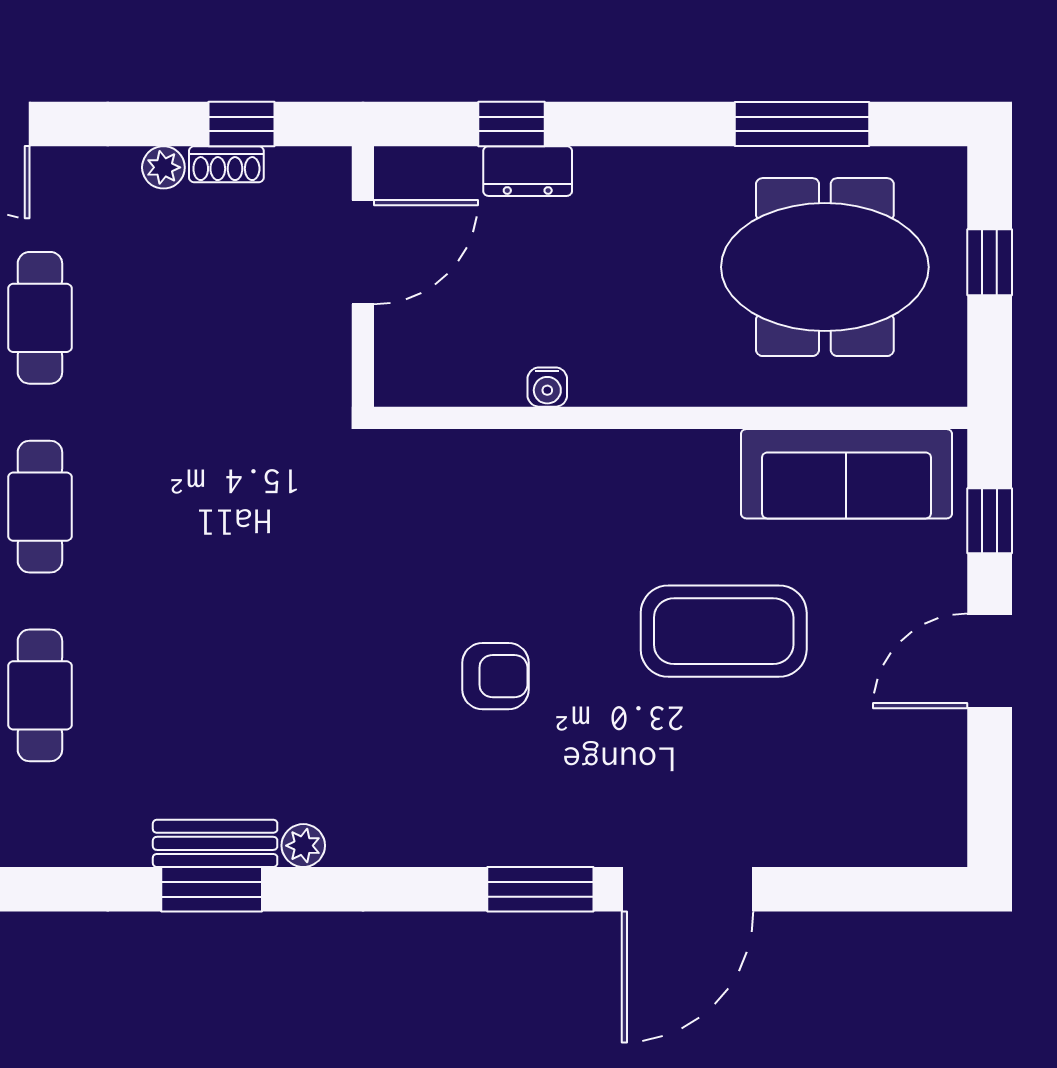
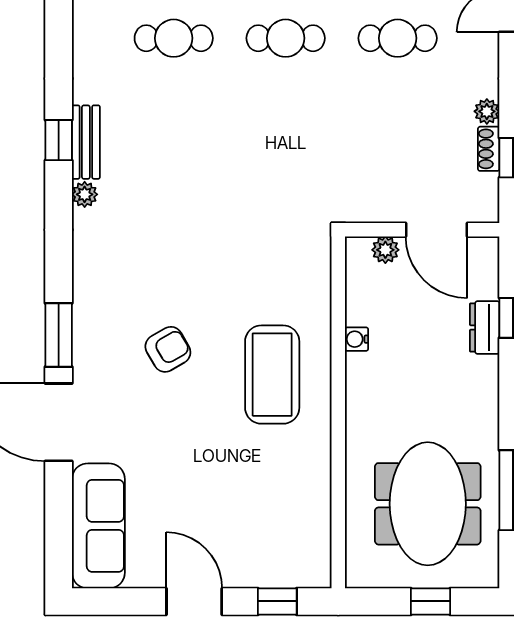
plant: (397, 338) -> (385, 250), added
sofa: (846, 474) -> (98, 526), moved, turned 180
coffee table: (724, 631) -> (272, 375), moved
armchair: (496, 676) -> (168, 349), moved, turned -120
window: (212, 889) -> (59, 140), width x0.67

